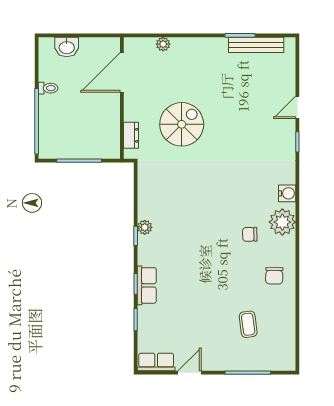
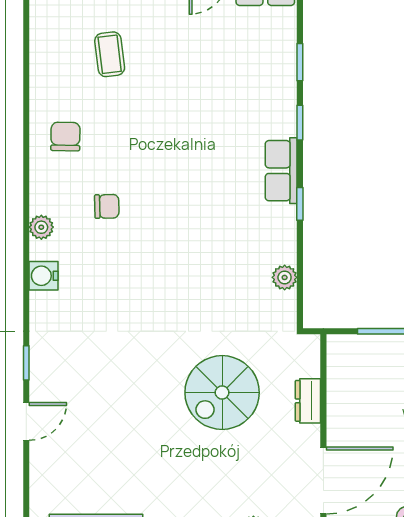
dresser: (131, 135) -> (308, 401), moved
plant: (282, 222) -> (41, 227), width x0.53, depth x0.53
plant: (145, 227) -> (285, 277), moved
row of seats: (147, 285) -> (281, 171), moved

